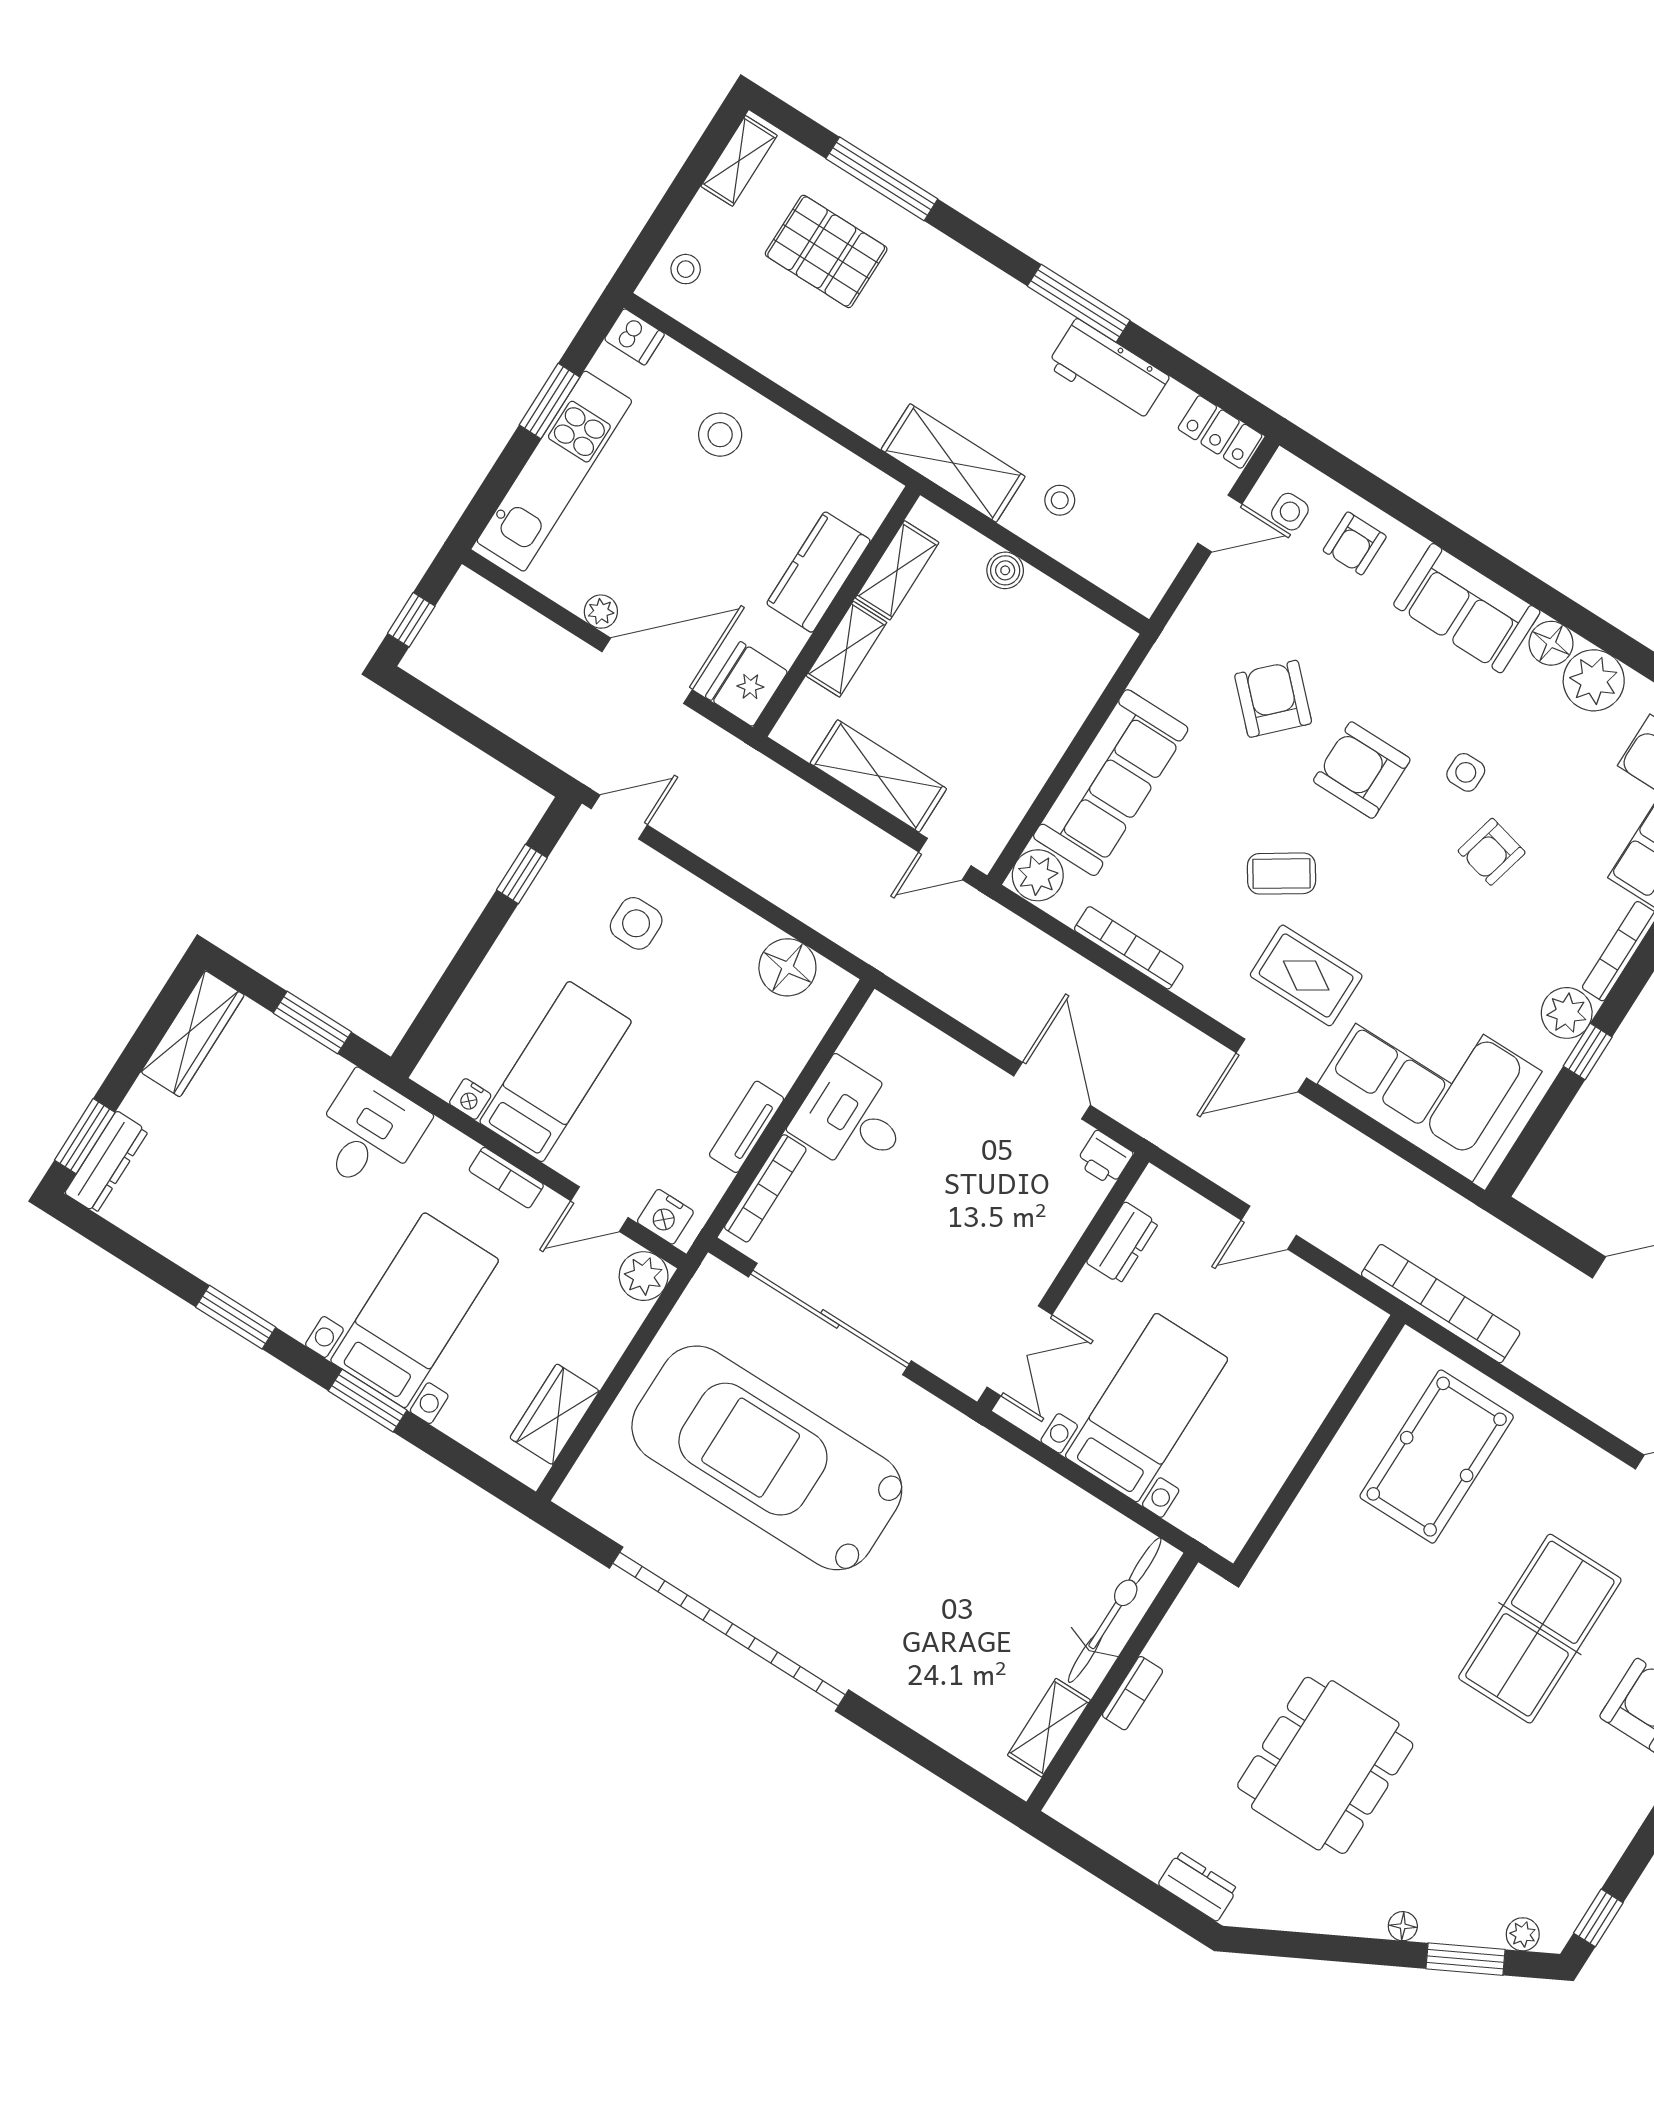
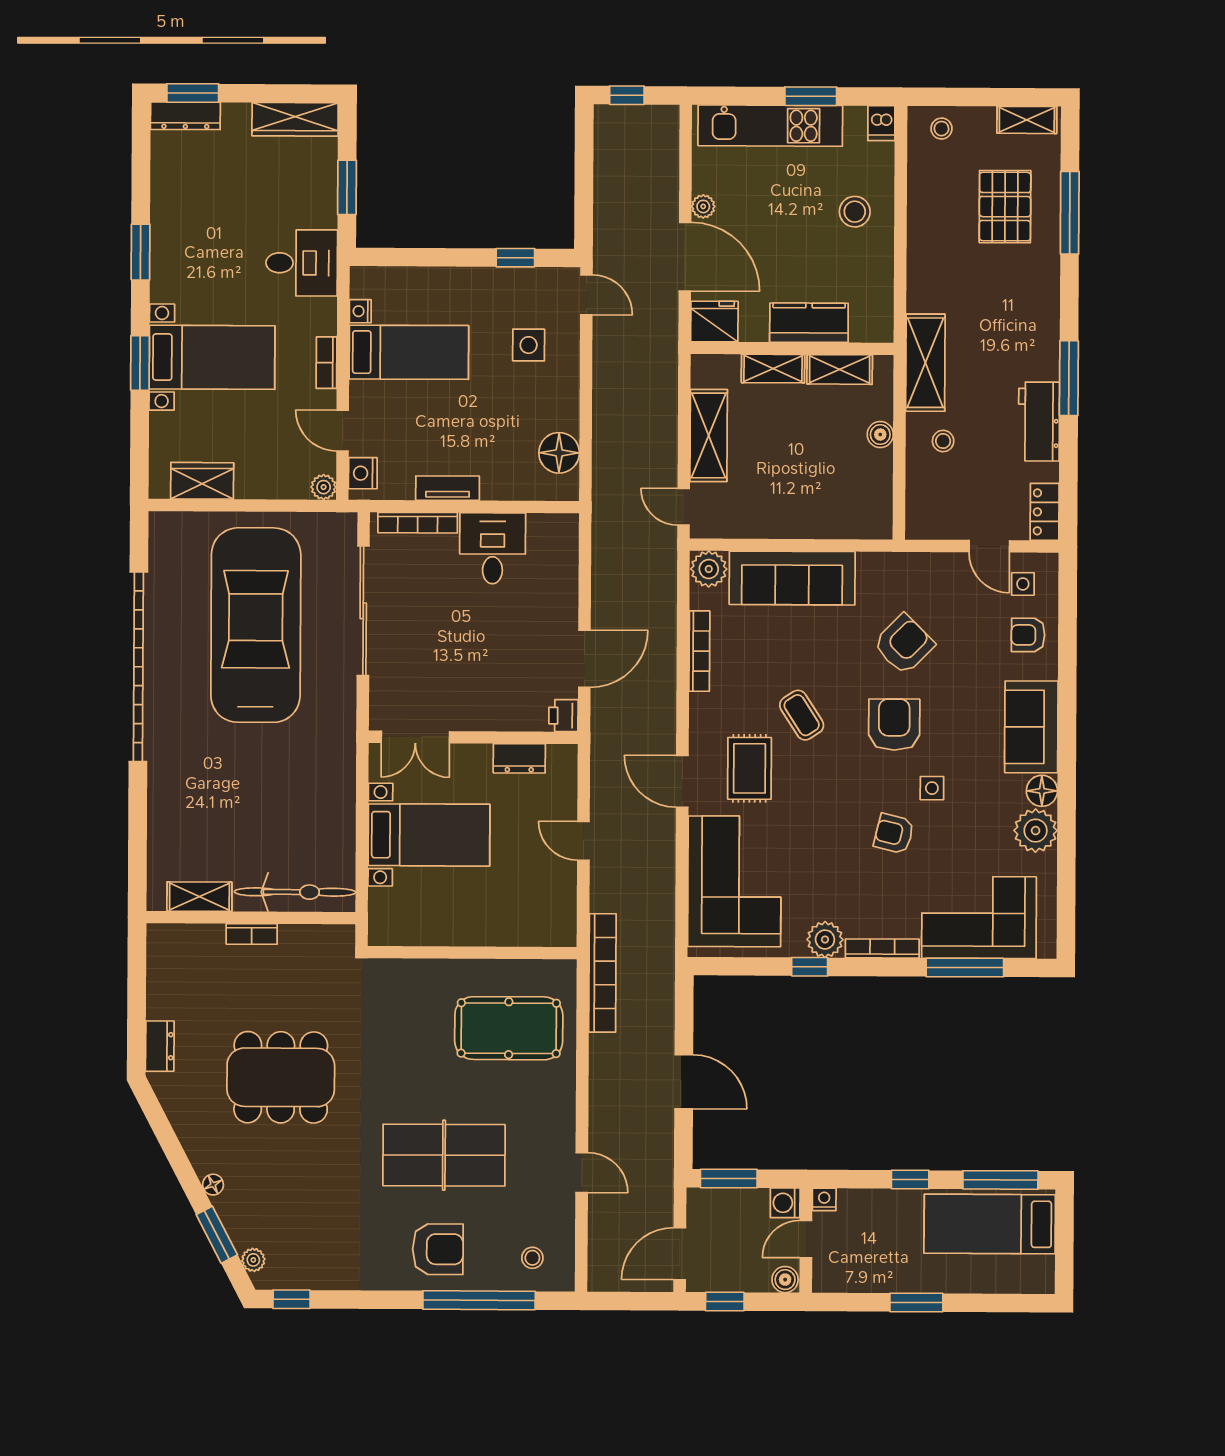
plant: (644, 1276) -> (324, 487), width x0.73, depth x0.73

